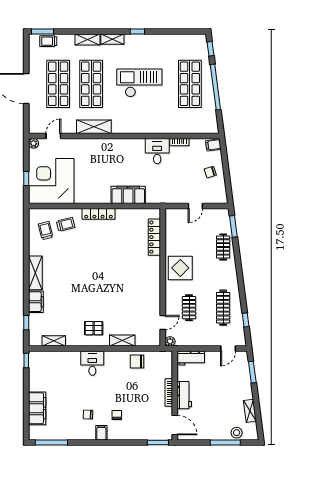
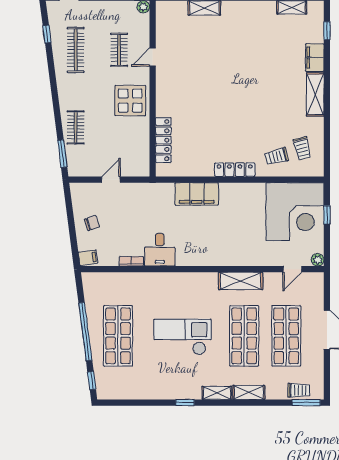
checkout: (139, 83) -> (182, 337), turned 180
door: (163, 323) -> (153, 57), moved
pallet: (94, 328) -> (241, 24), removed

